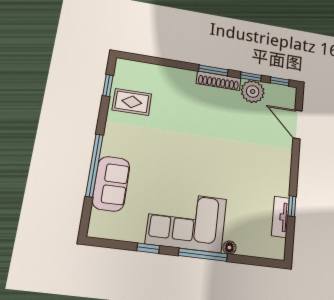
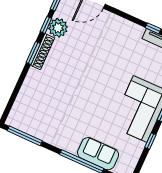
window: (108, 86) -> (25, 136), width x2.17
rug: (132, 102) -> (42, 122), removed

